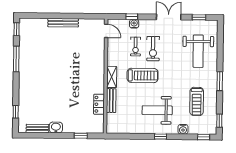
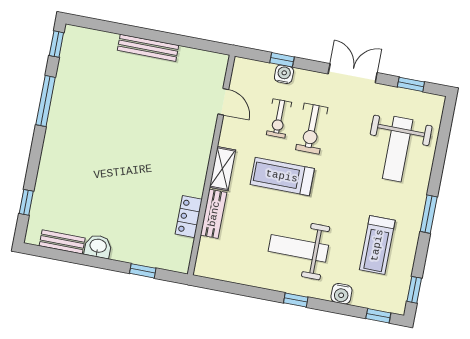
door: (106, 31) -> (223, 102), moved
treadmill: (143, 75) -> (282, 176), turned 180

